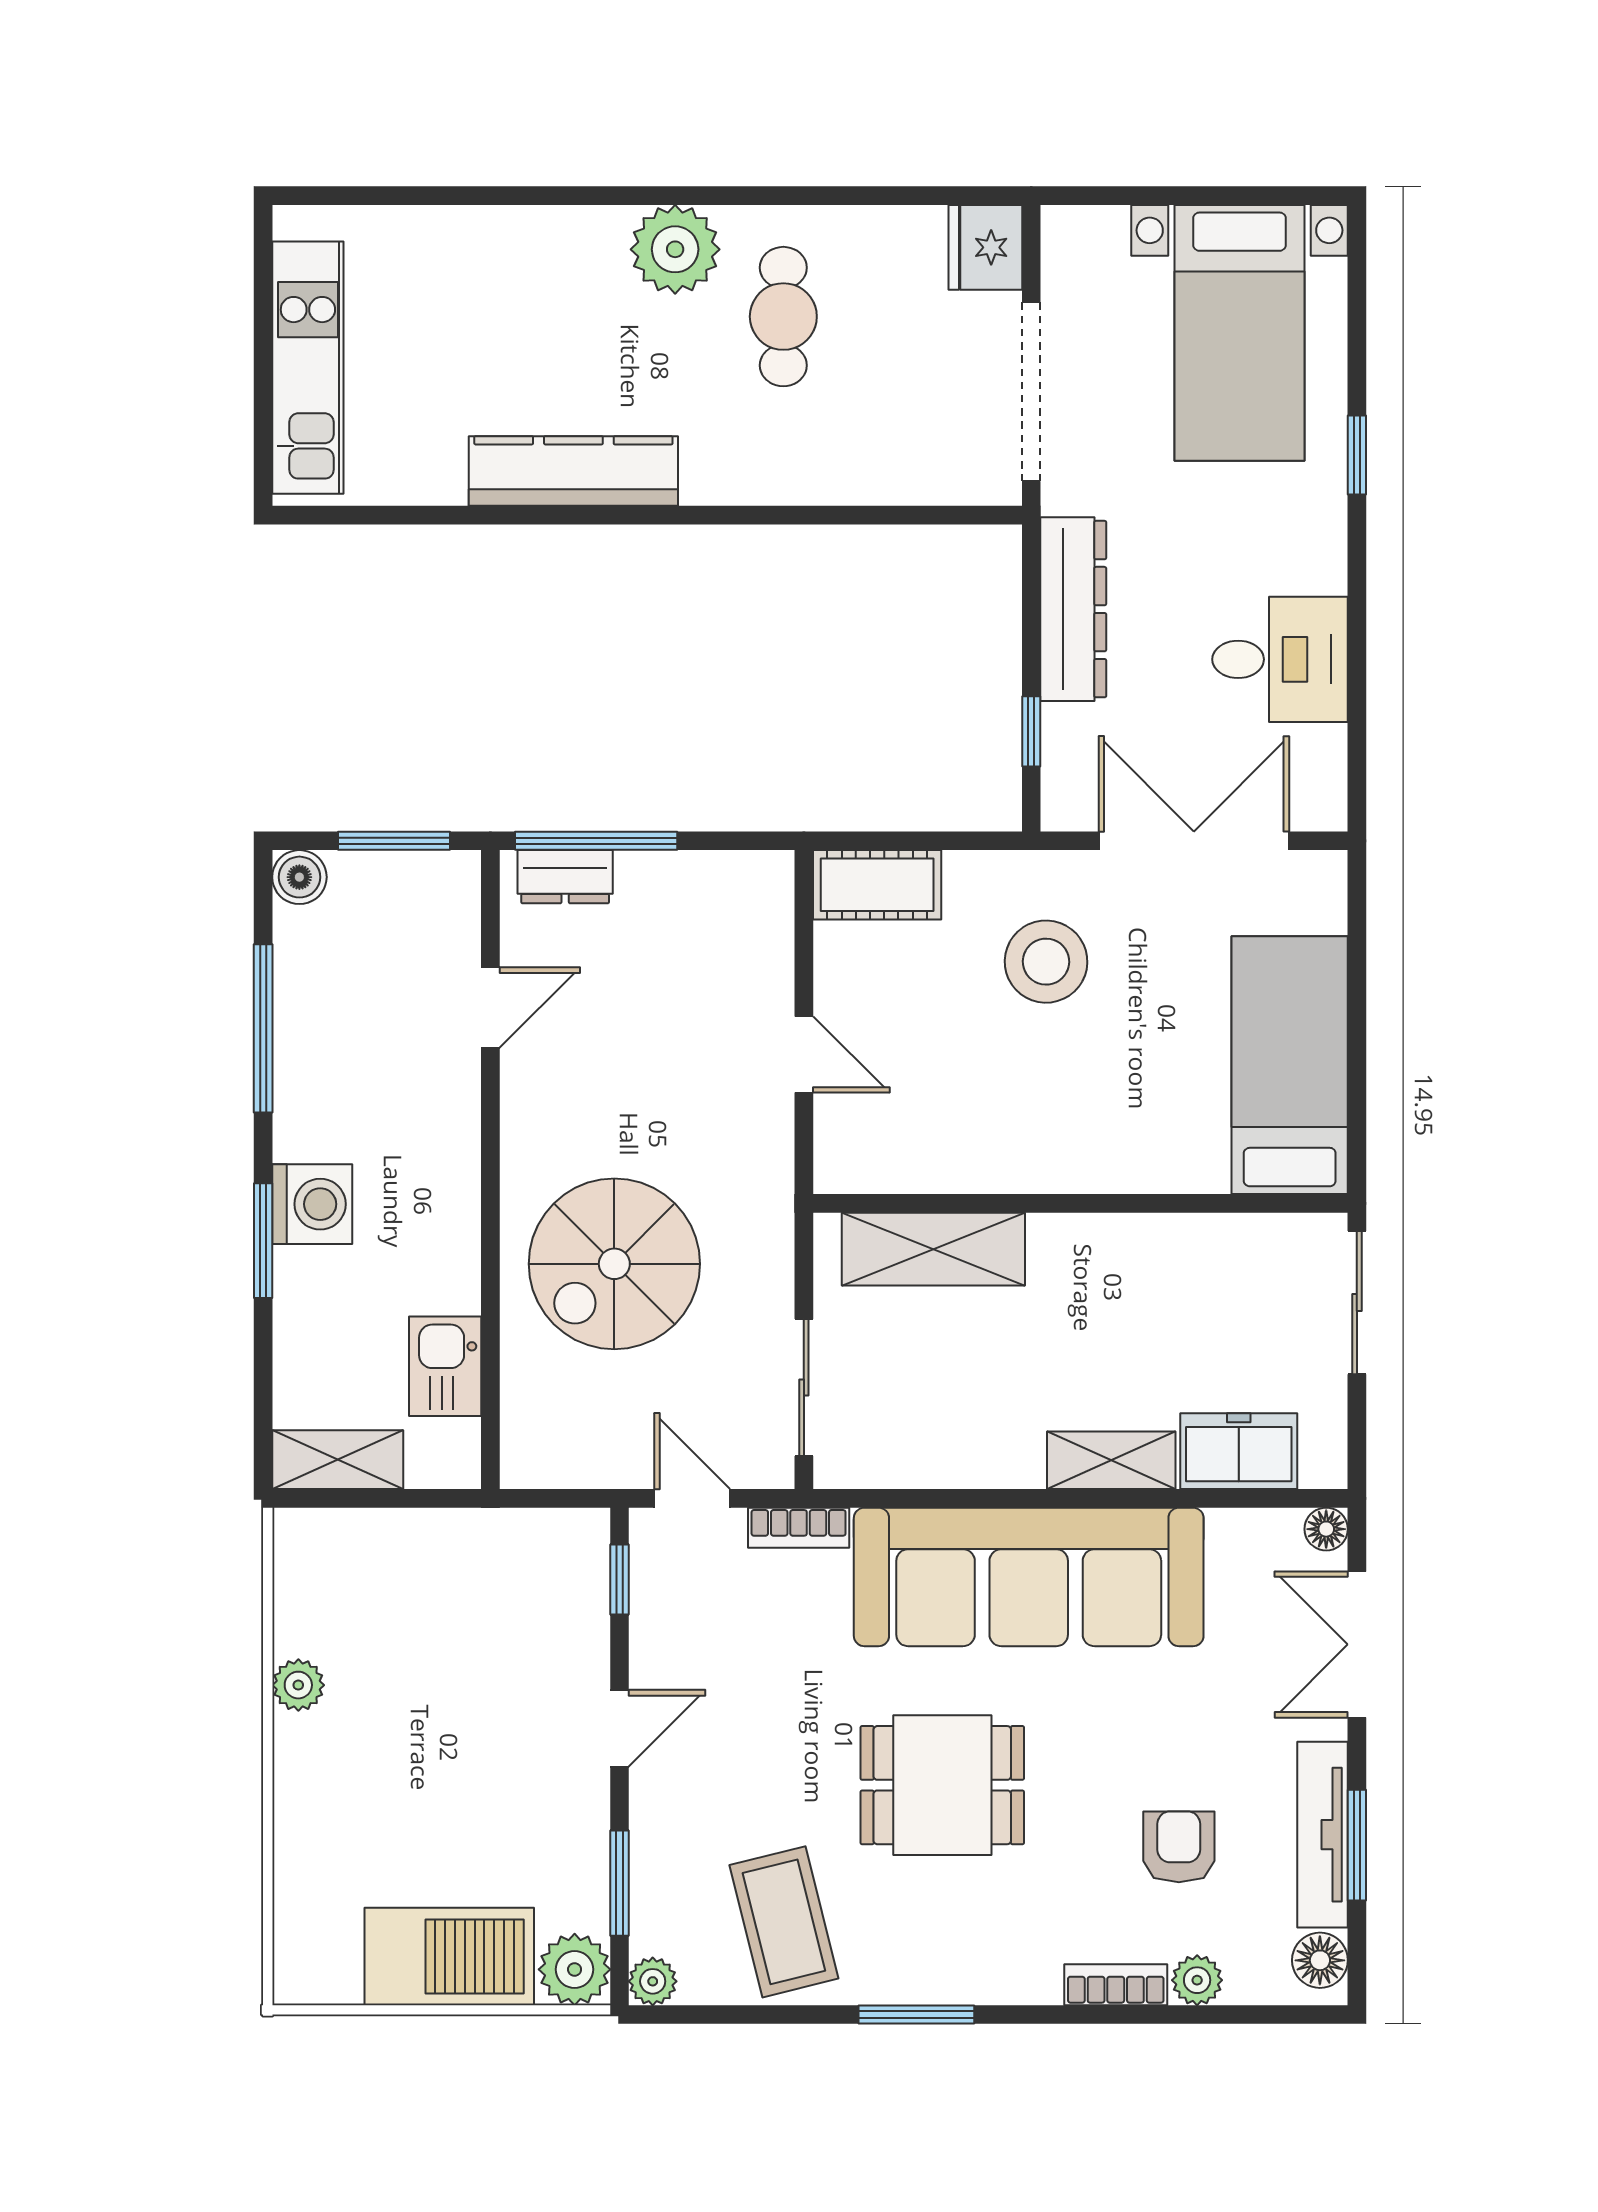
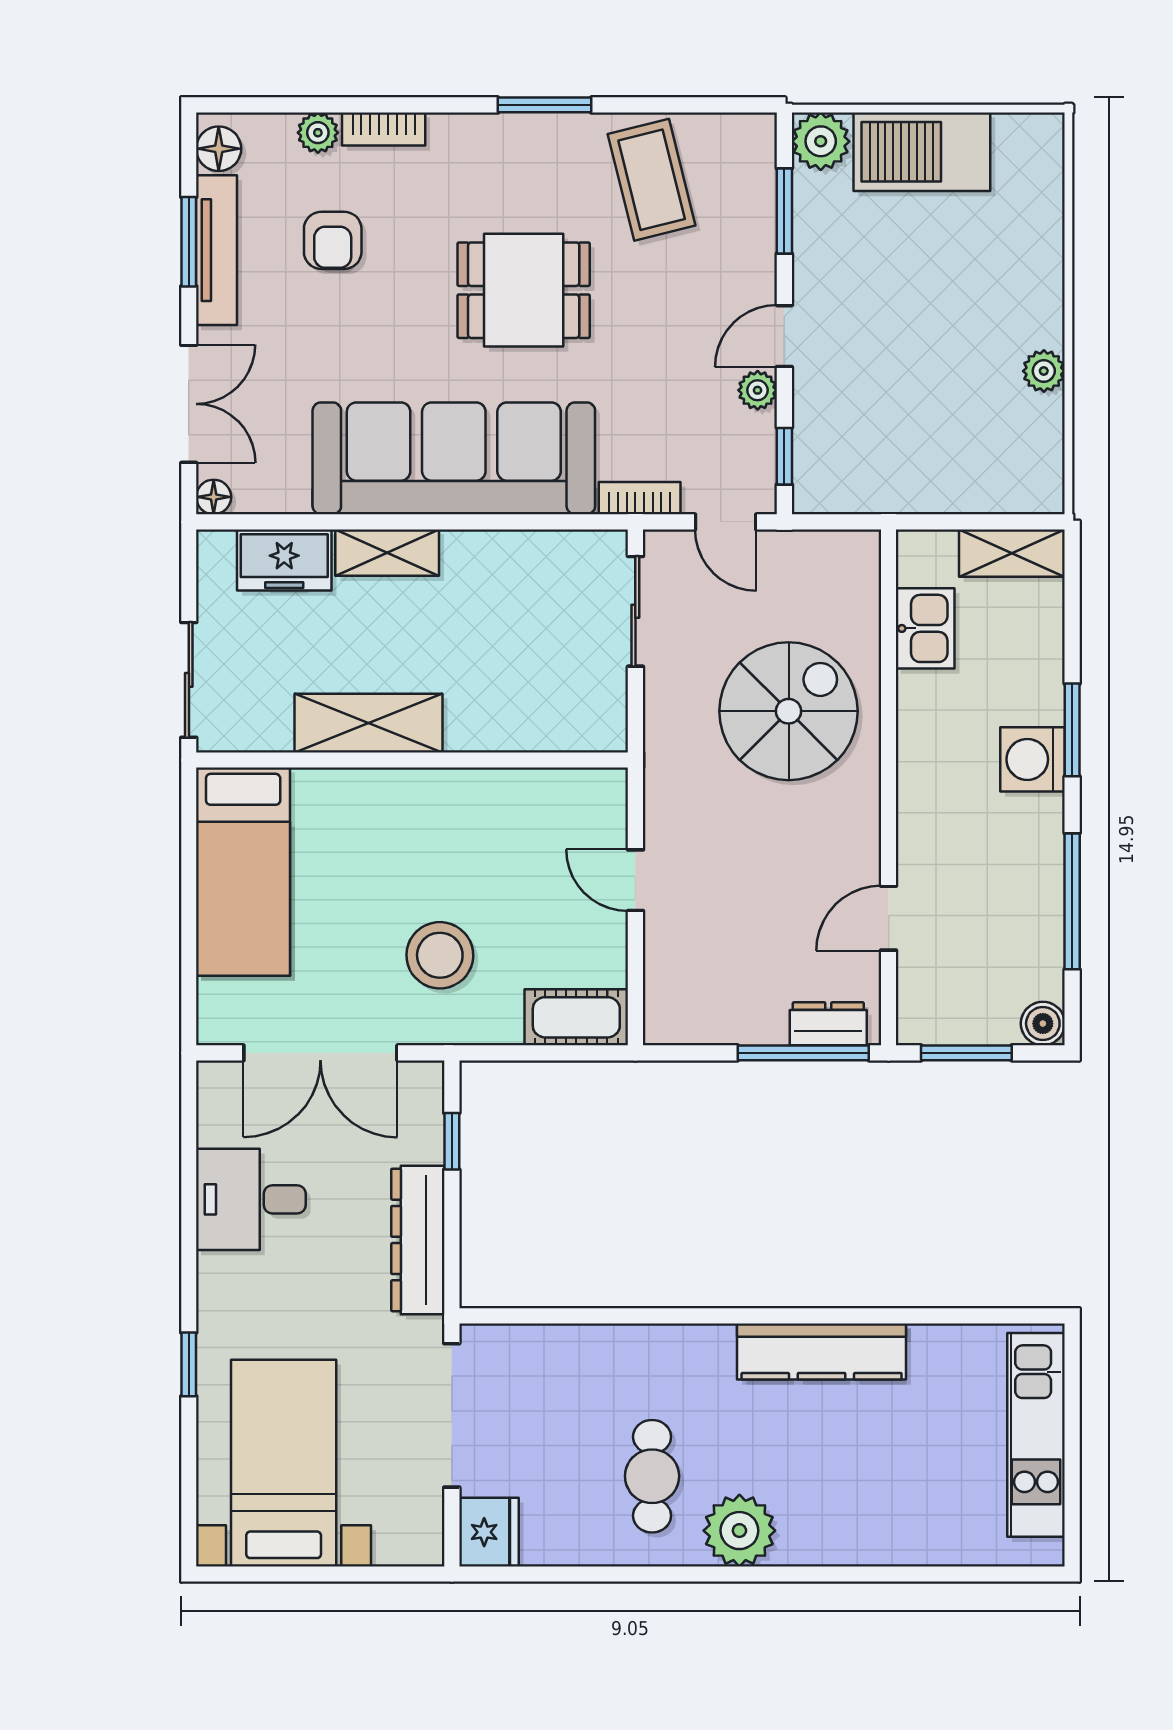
shelving: (933, 1249) -> (368, 723), moved
plant: (653, 1981) -> (758, 390), moved

